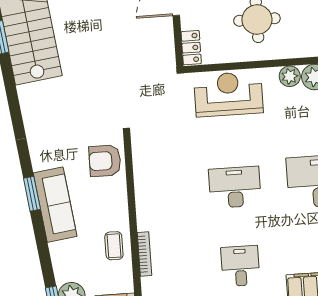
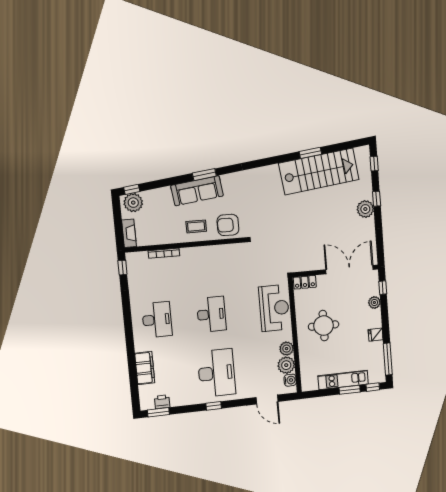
armchair: (105, 161) -> (228, 225), turned -90
coffee table: (114, 246) -> (196, 226), moved
desk: (240, 266) -> (157, 320), width x1.37

